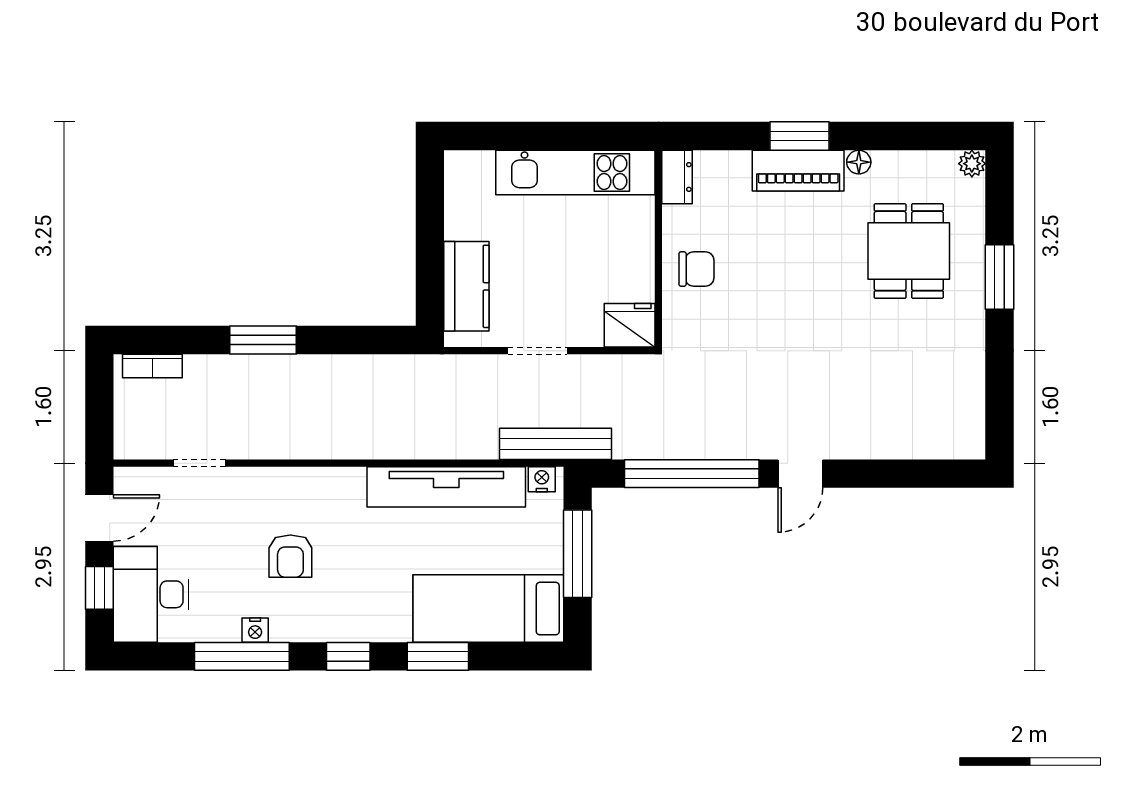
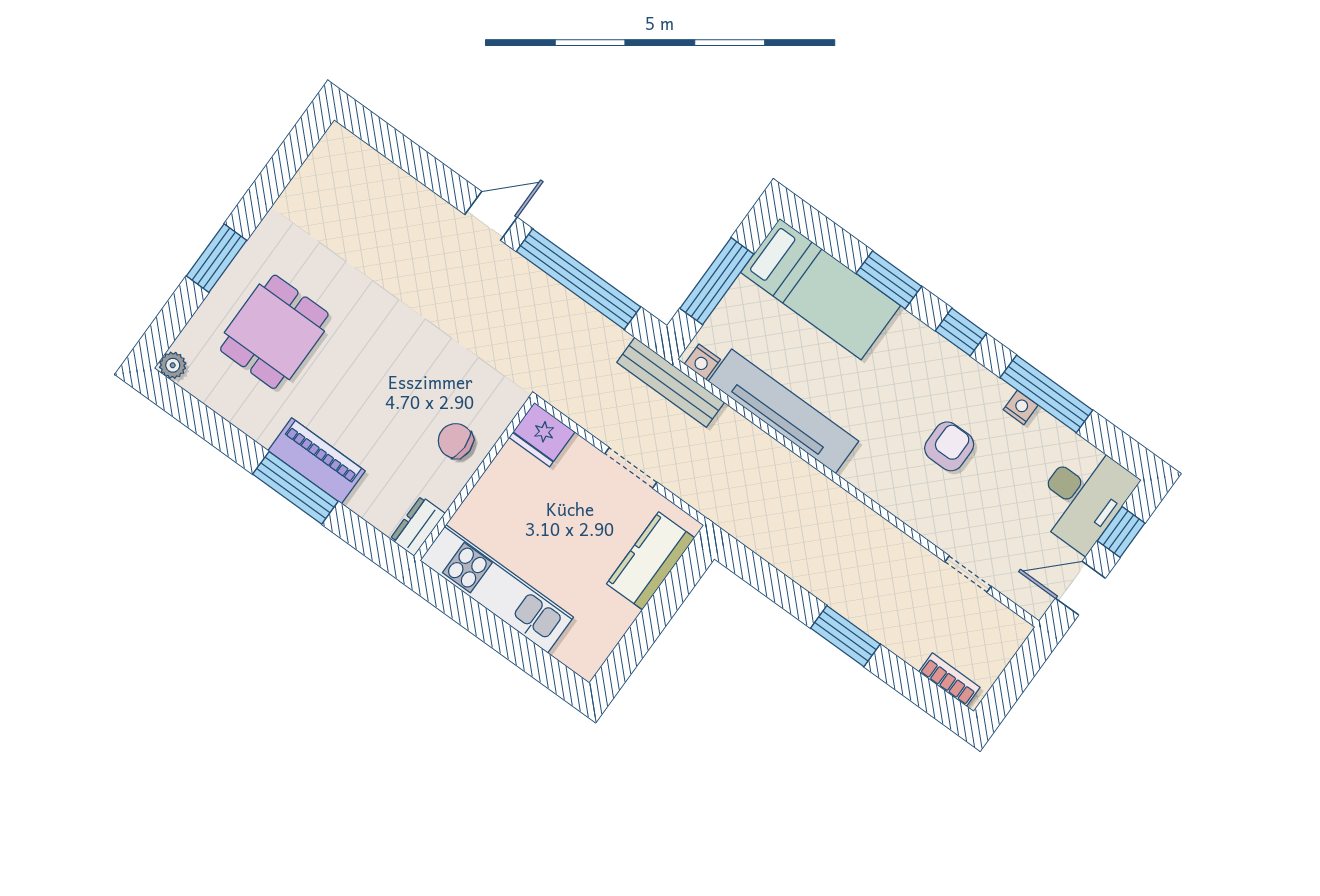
window: (799, 136) -> (295, 488), width x1.44
floor lamp: (859, 162) -> (263, 432), removed

